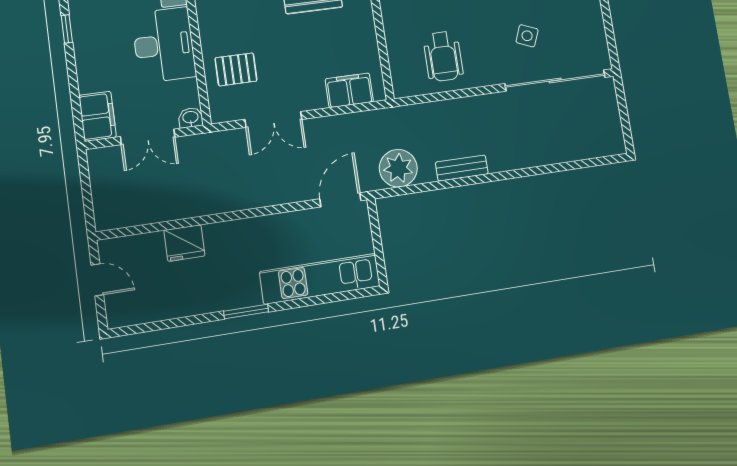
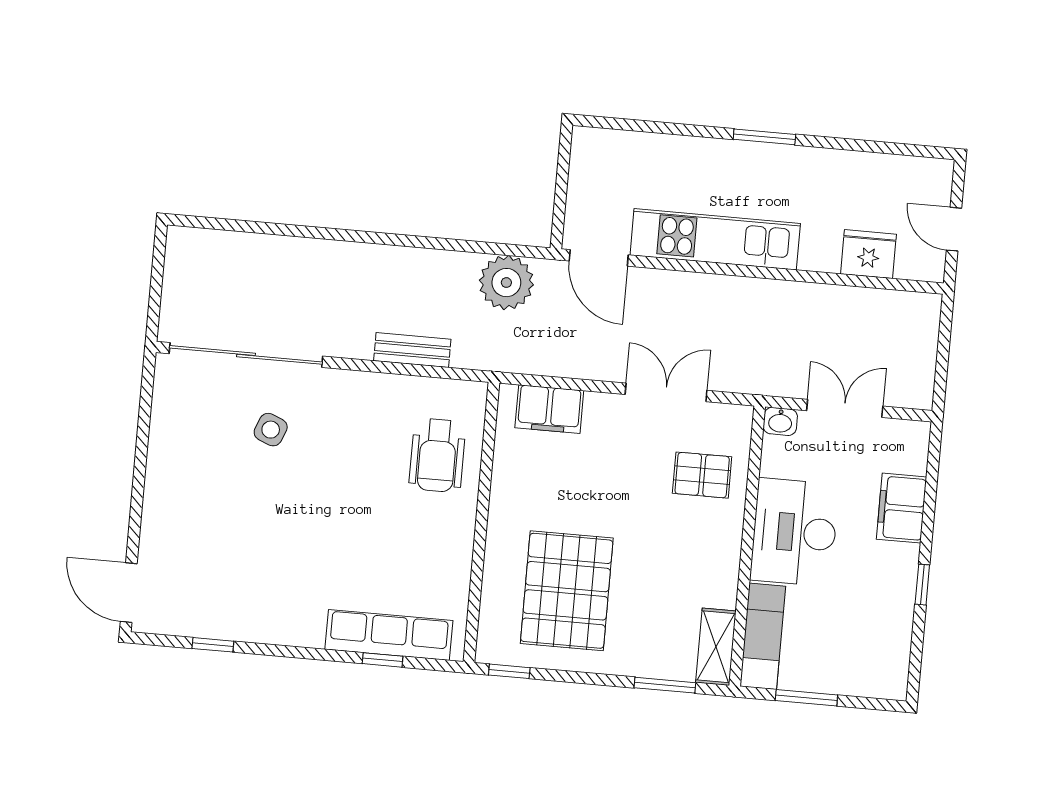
wheelchair: (443, 56) -> (437, 455), moved, turned 180
filing cabinet: (98, 116) -> (901, 508), moved
bench: (462, 168) -> (412, 350), moved
door: (340, 200) -> (599, 258), hinge flipped
fridge: (184, 243) -> (868, 254), moved
kitchen unit: (320, 279) -> (715, 239), moved, turned 180

